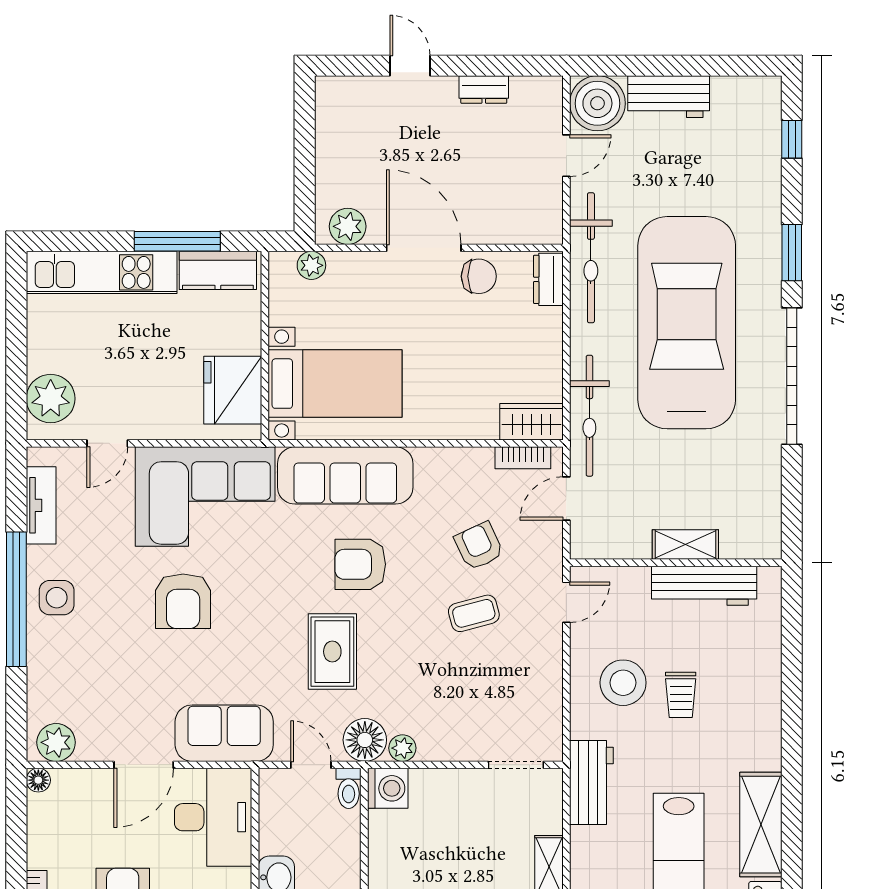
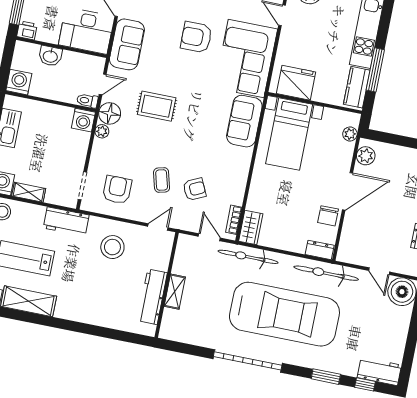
workbench: (669, 97) -> (379, 371), moved, turned 90
window: (792, 253) -> (326, 377), moved
sofa: (345, 475) -> (244, 121), width x0.73
armchair: (360, 564) -> (117, 190), moved
door: (566, 602) -> (158, 227), swing flipped
trolley: (681, 695) -> (101, 274), removed

